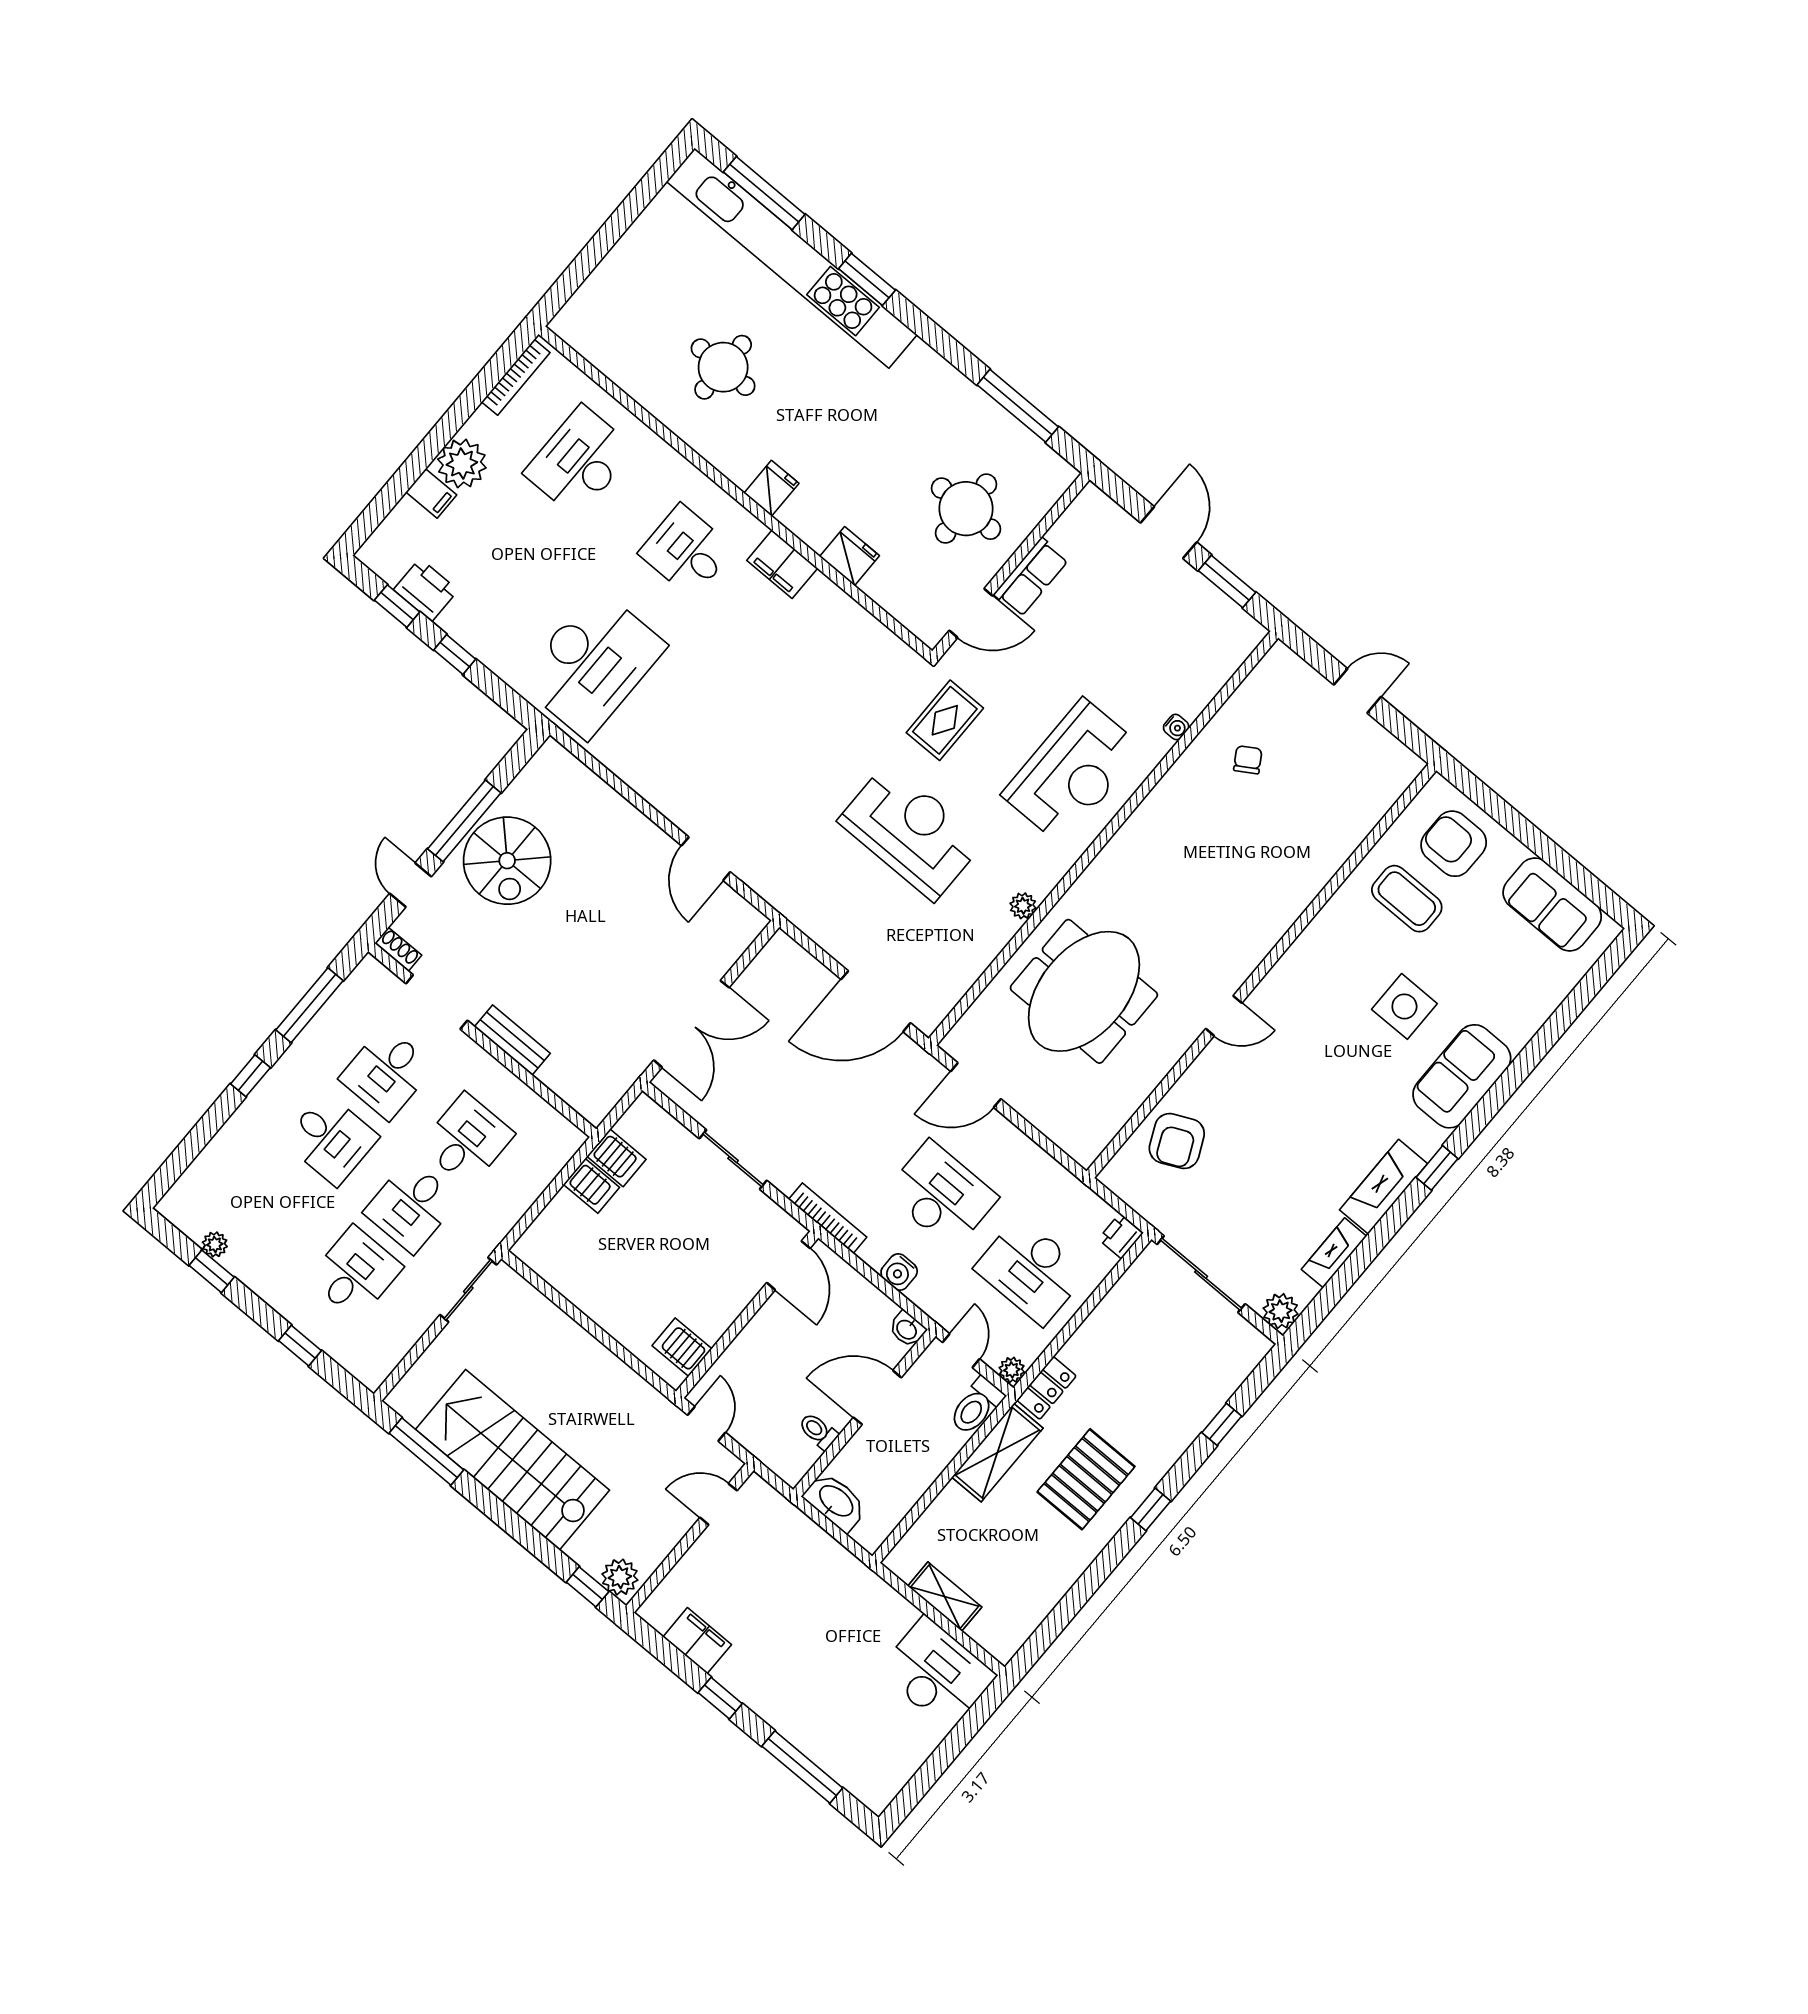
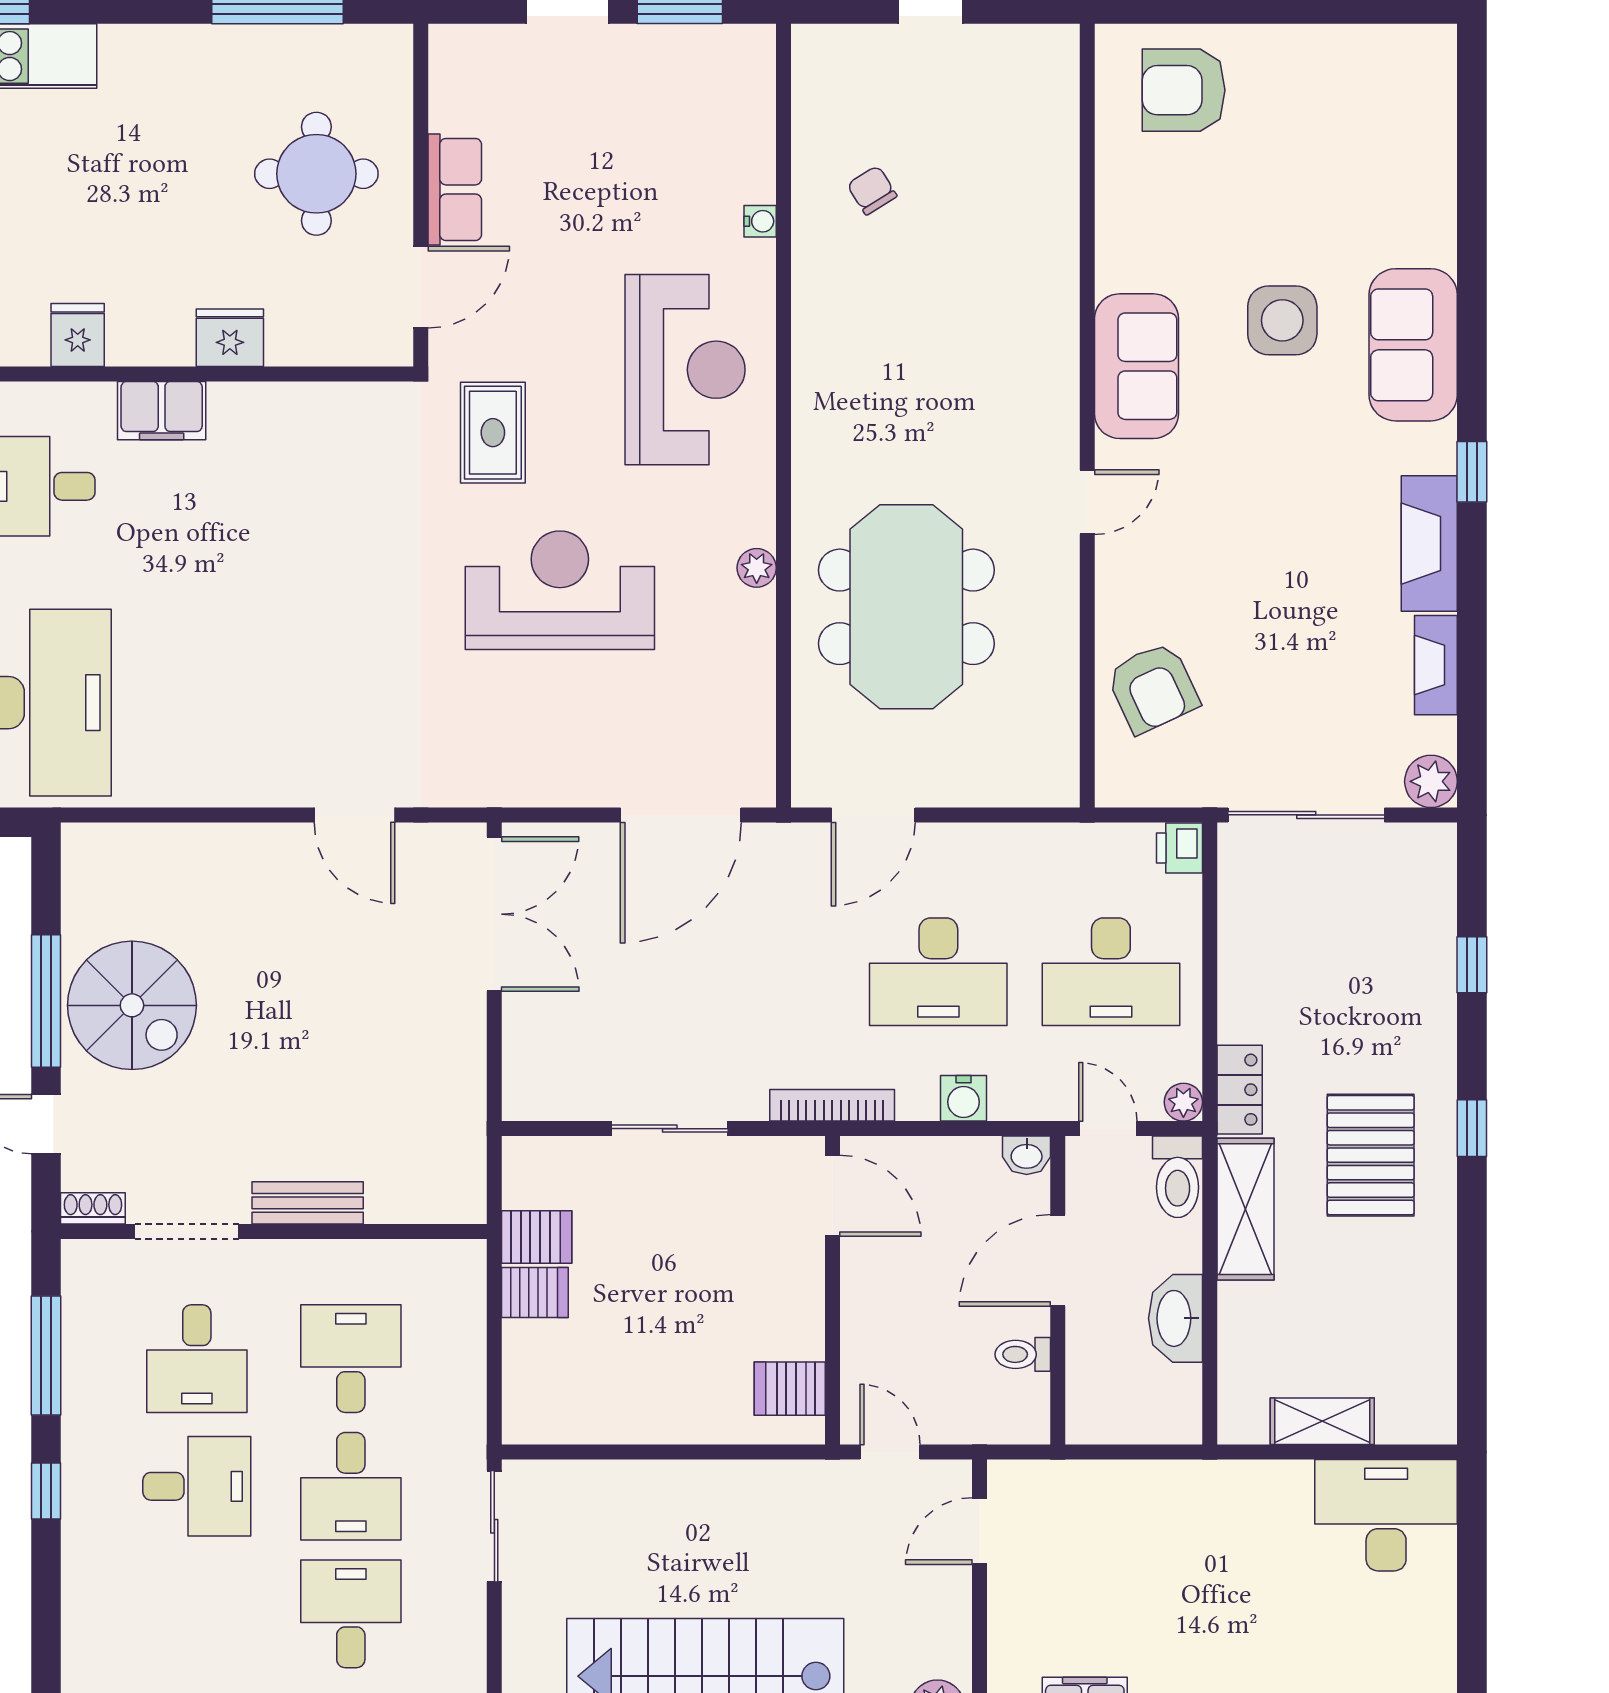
coffee table: (1407, 899) -> (1183, 197), removed
sofa: (1552, 904) -> (1136, 366), moved, turned -90
double door: (691, 1024) -> (494, 914), moved
desk: (941, 1195) -> (938, 972), turned 180
washbasin: (835, 1502) -> (1176, 1318), moved, turned -90

